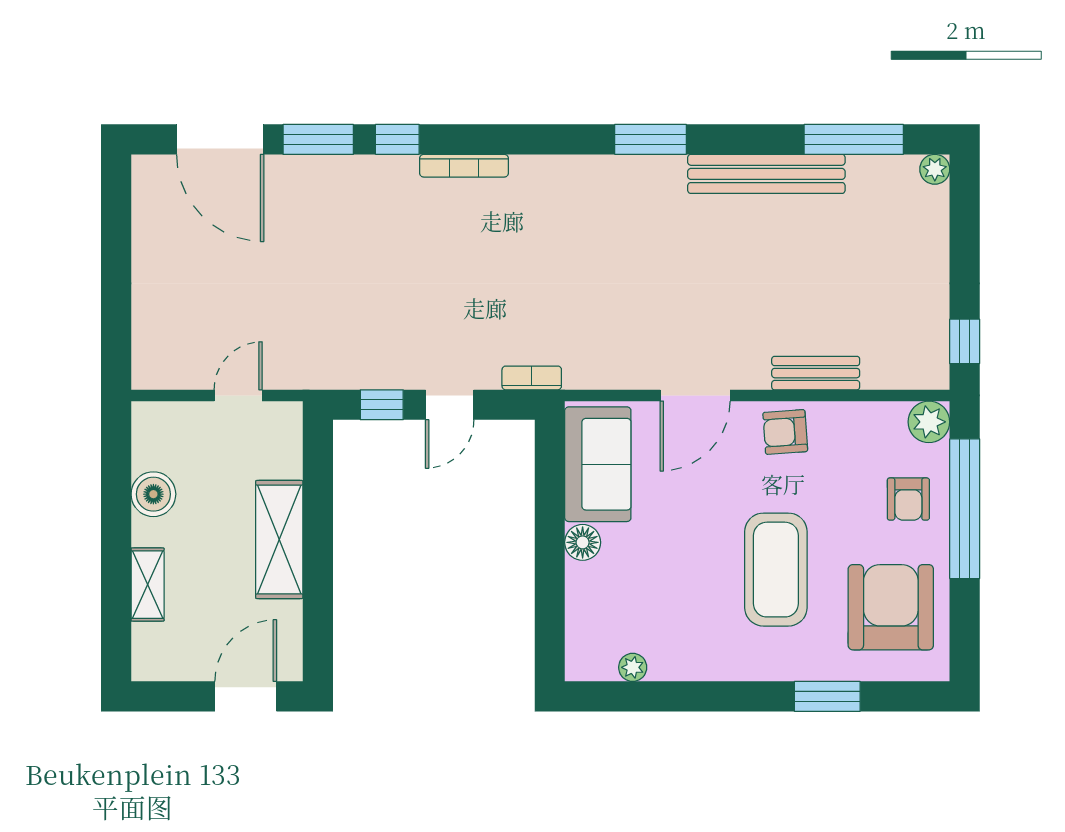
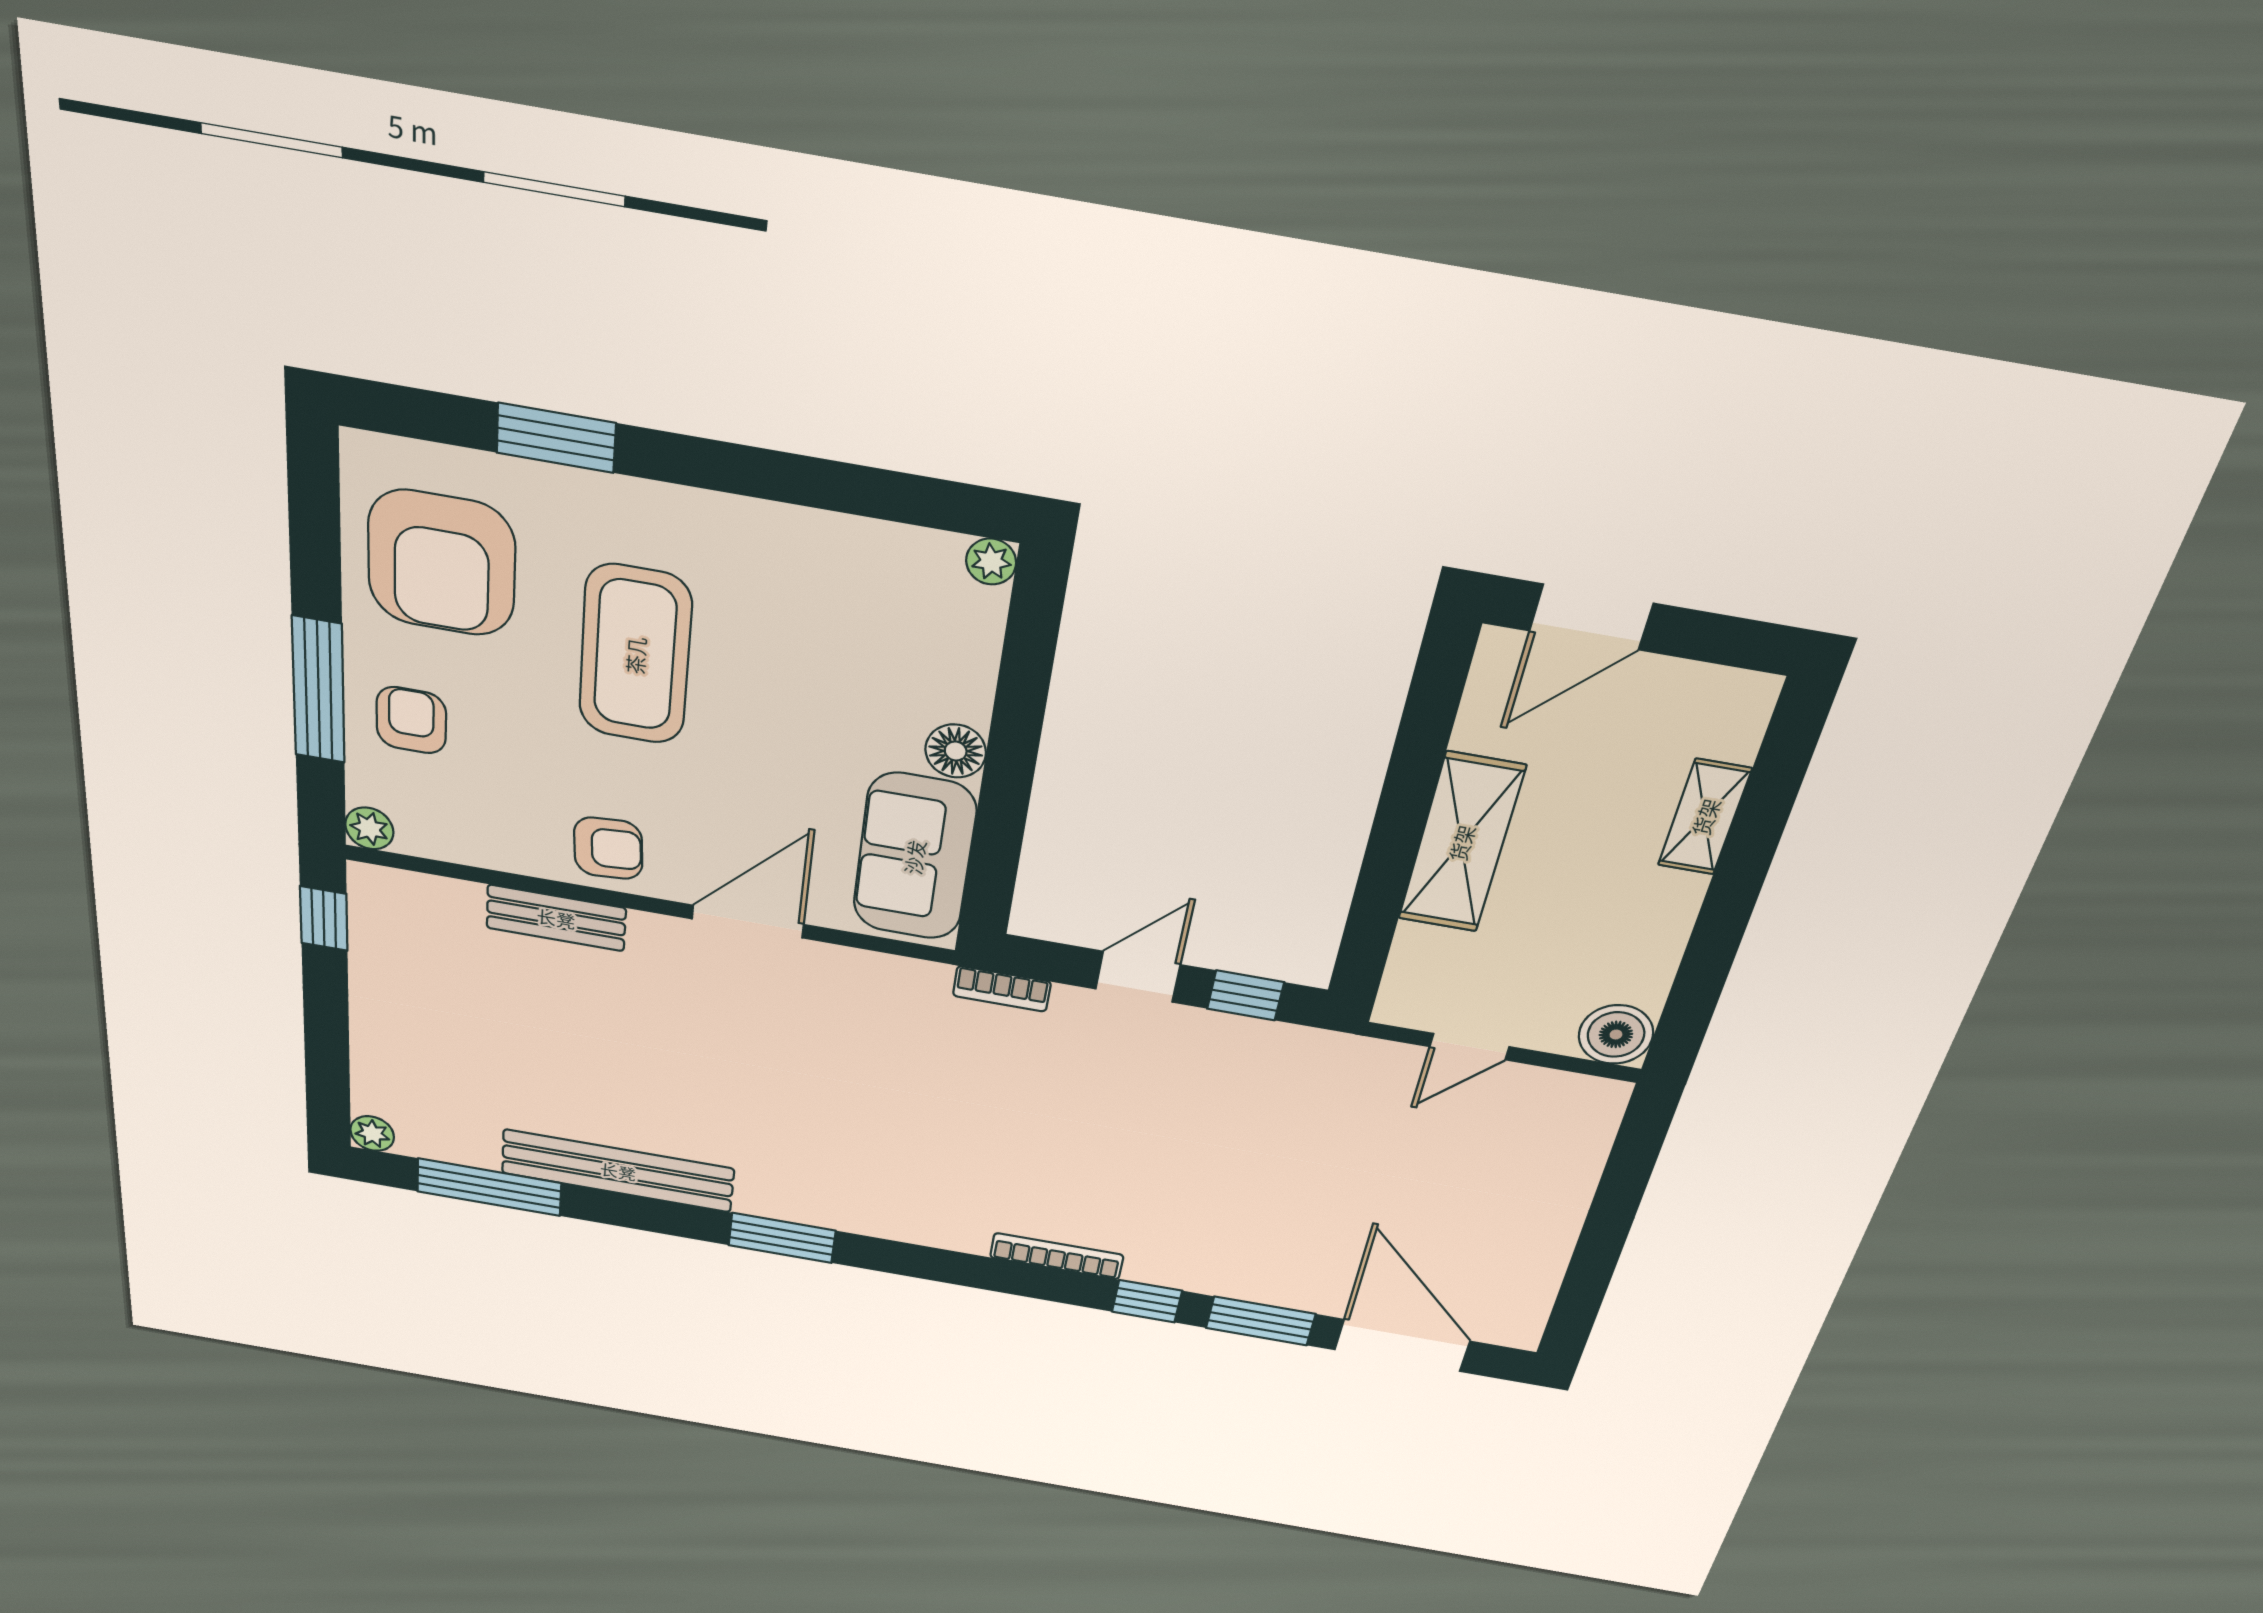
plant: (929, 422) -> (369, 828), width x0.73, depth x0.73
boiler: (153, 494) -> (1616, 1034), moved
window: (965, 509) -> (318, 690), width x0.68
plant: (633, 667) -> (991, 562), moved

